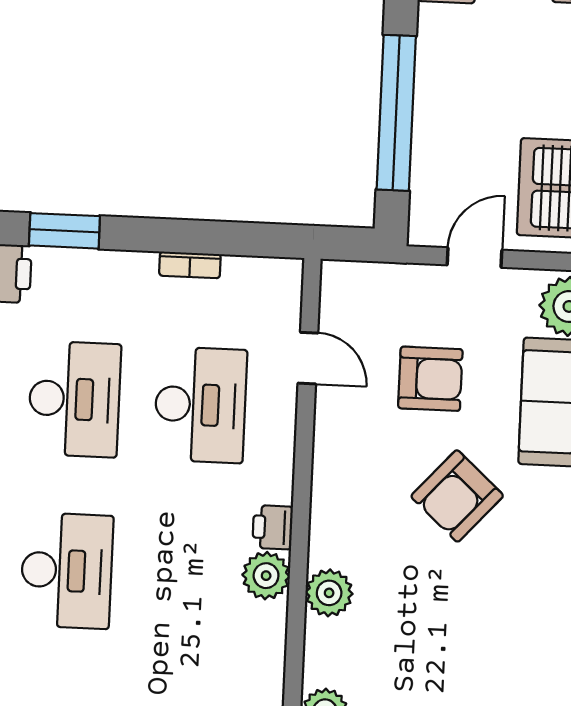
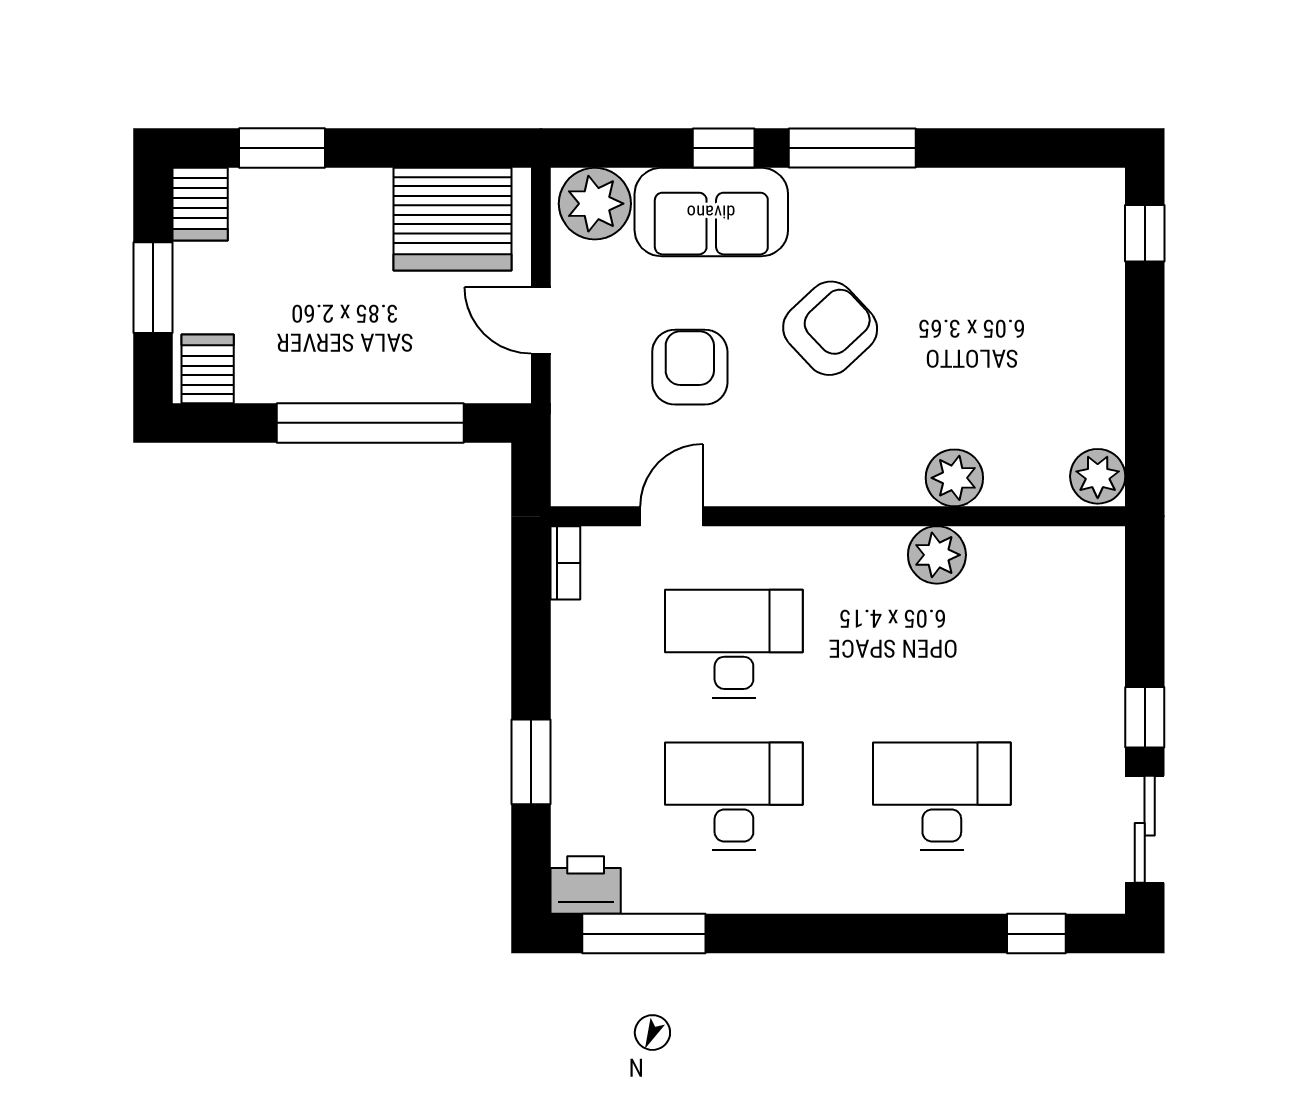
window: (64, 231) -> (531, 762), moved
bookcase: (190, 265) -> (565, 563), moved
armchair: (457, 496) -> (830, 328), turned -85
printer: (273, 527) -> (878, 550), removed

